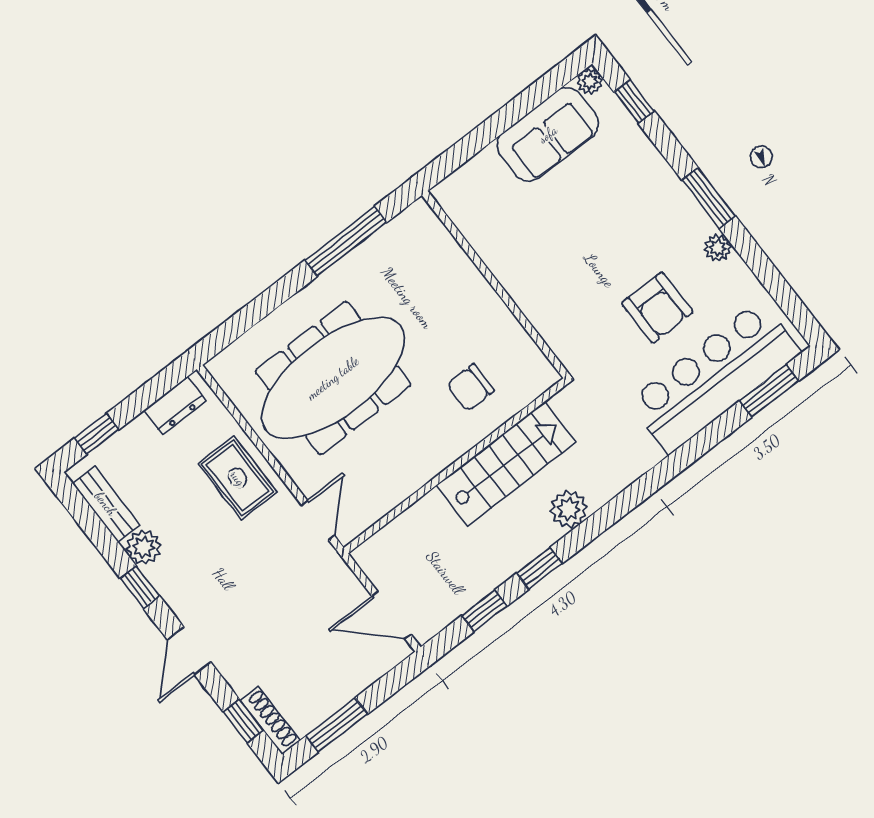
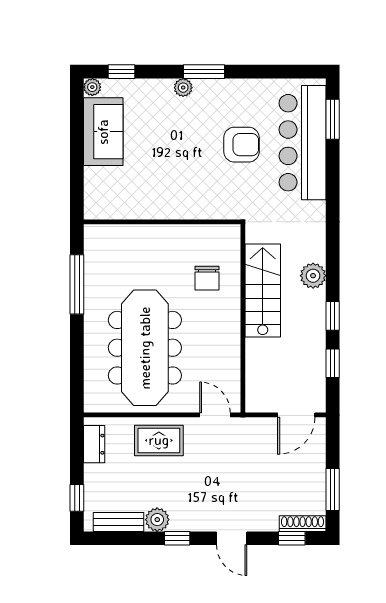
plant: (718, 248) -> (183, 88), moved

